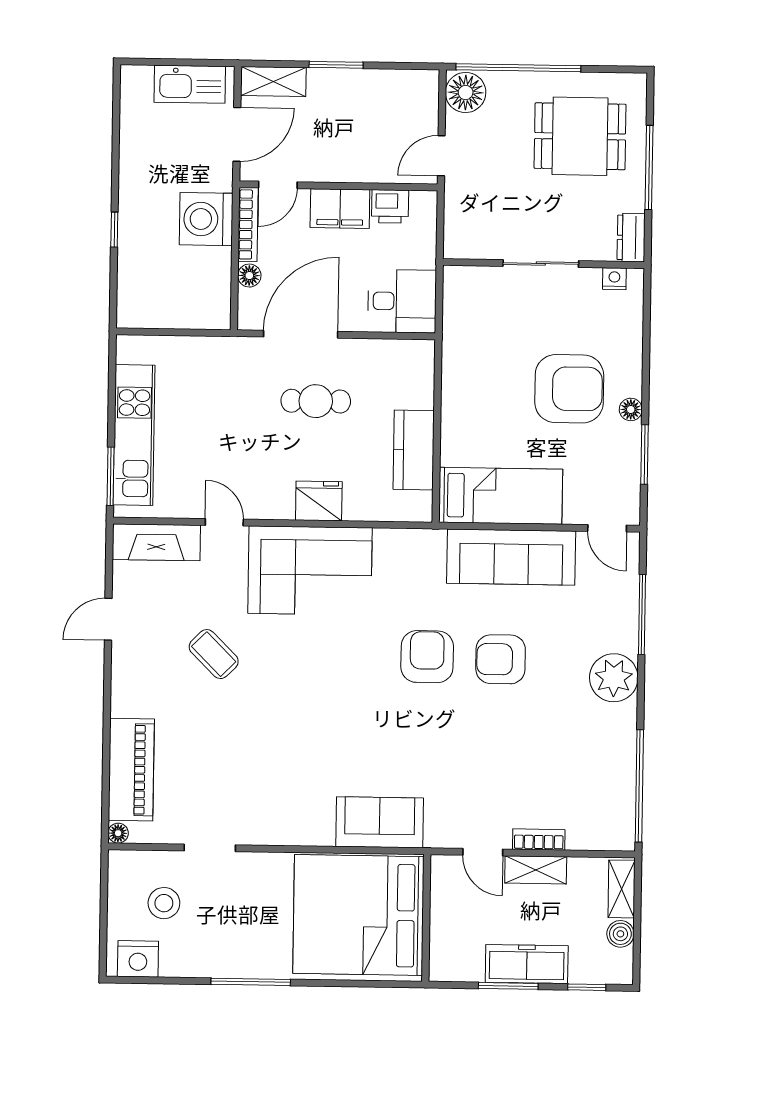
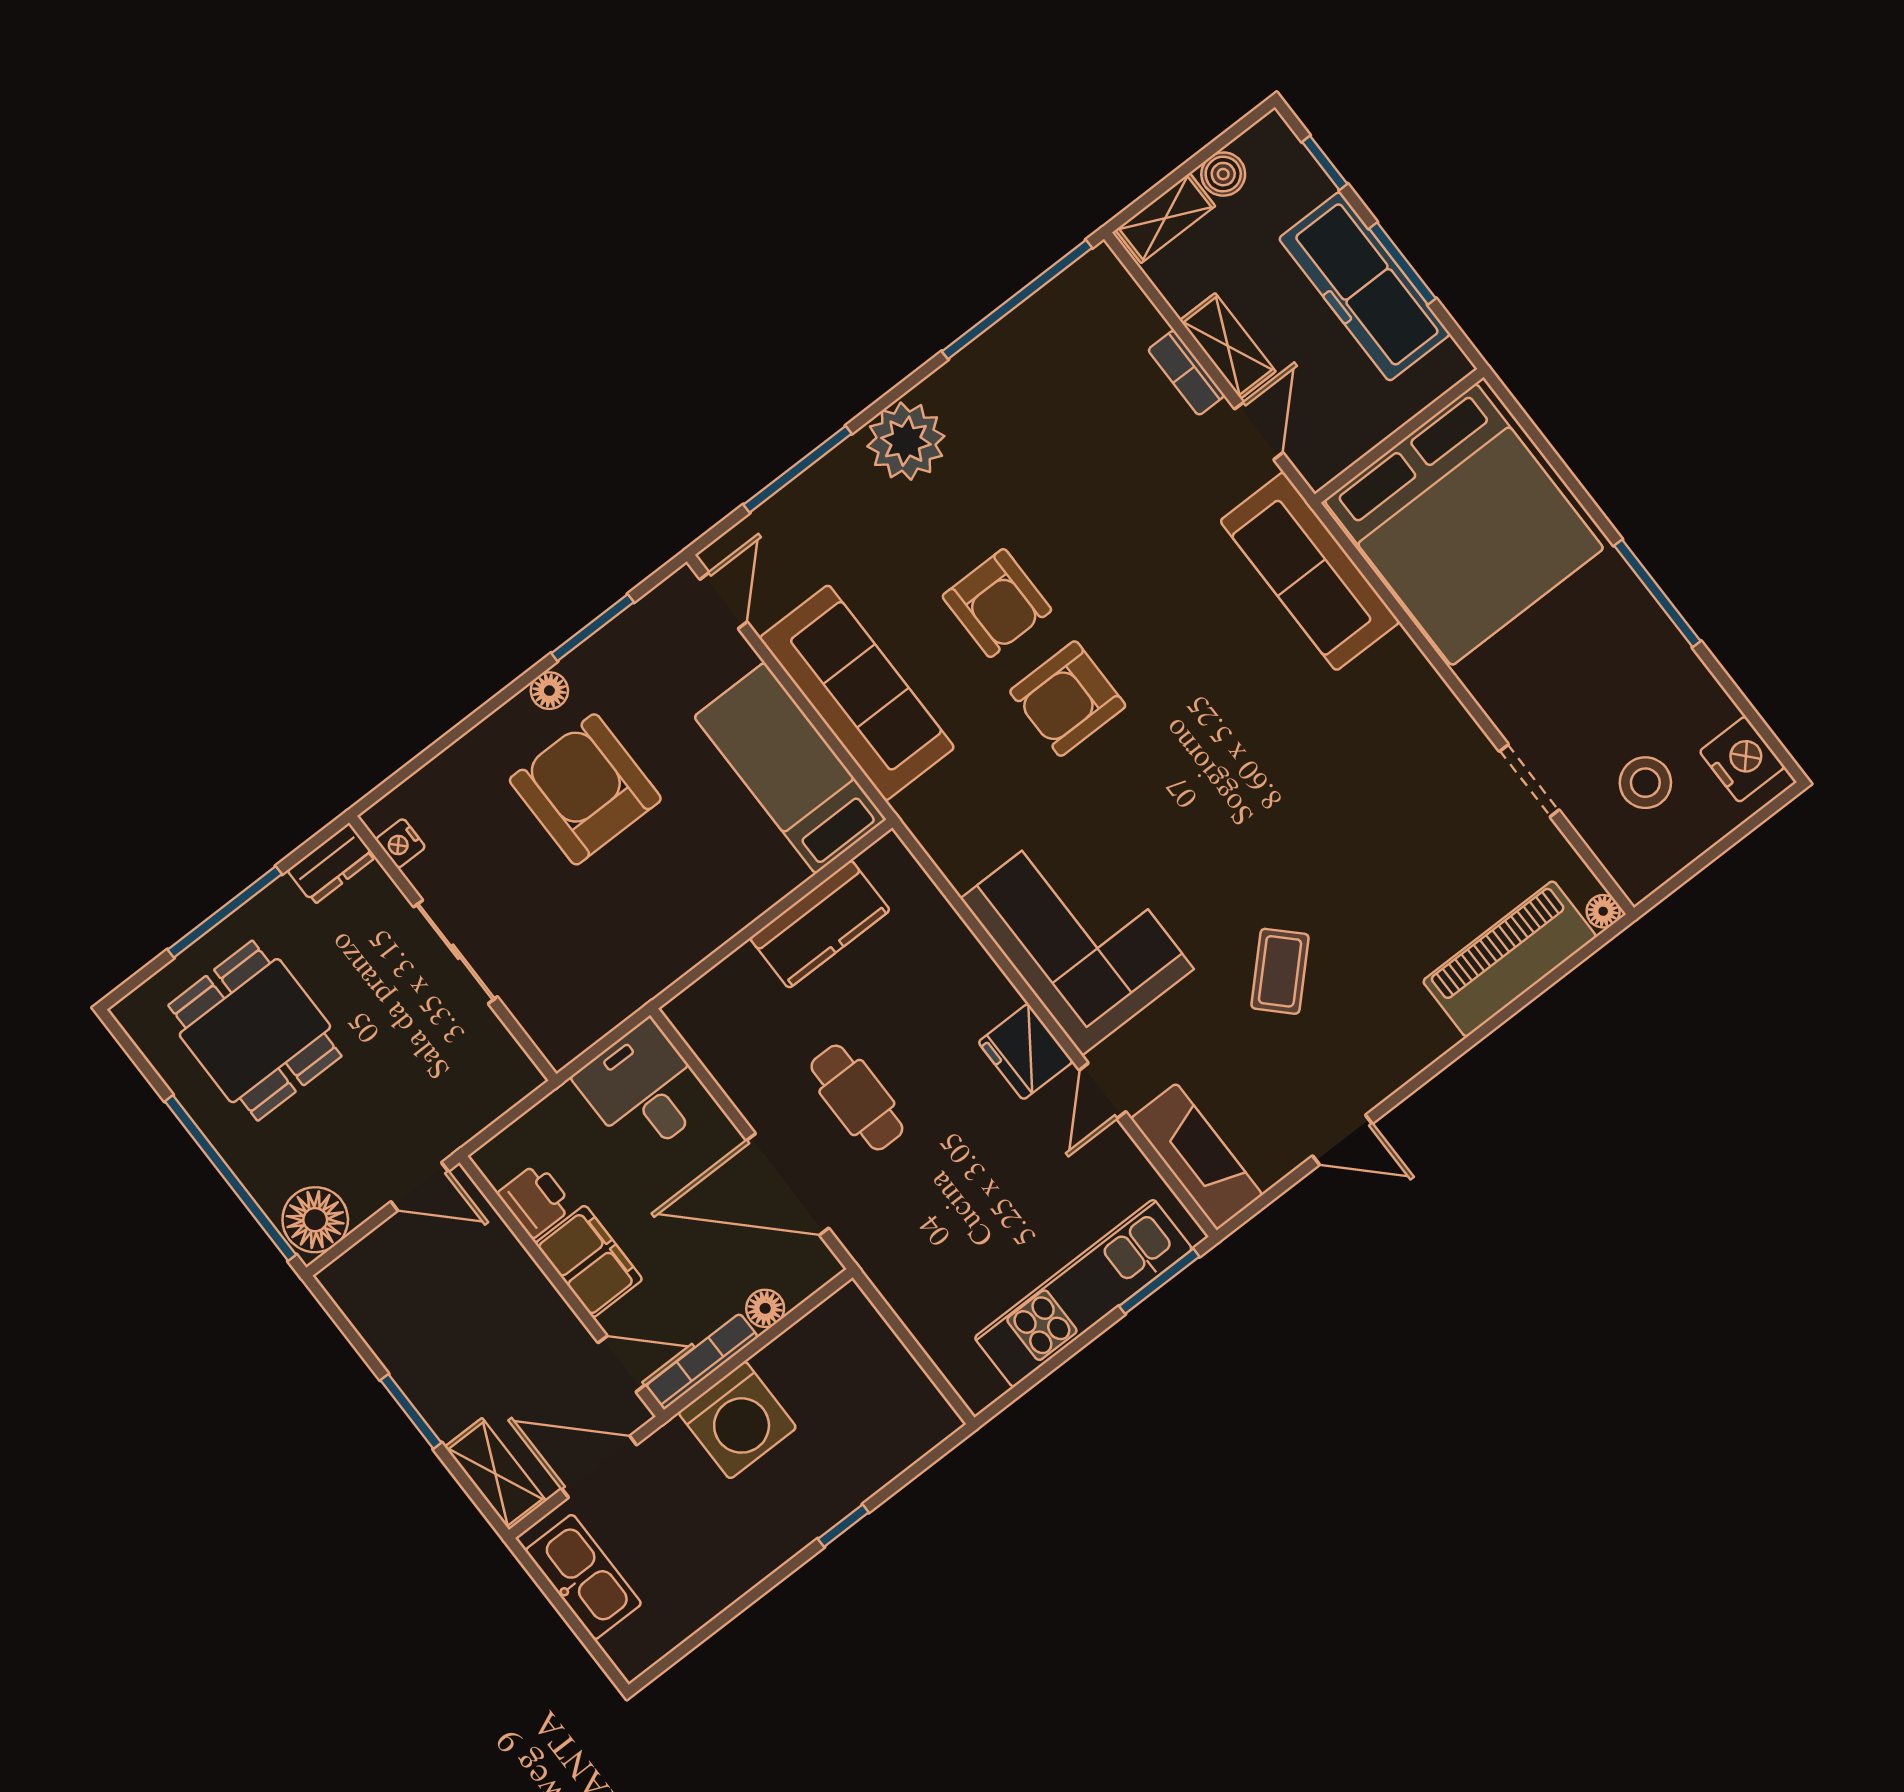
fridge: (319, 501) -> (1026, 1052), moved
sofa: (380, 822) -> (1310, 571), width x1.36
freezer: (527, 964) -> (1364, 286), width x1.36, depth x1.26

